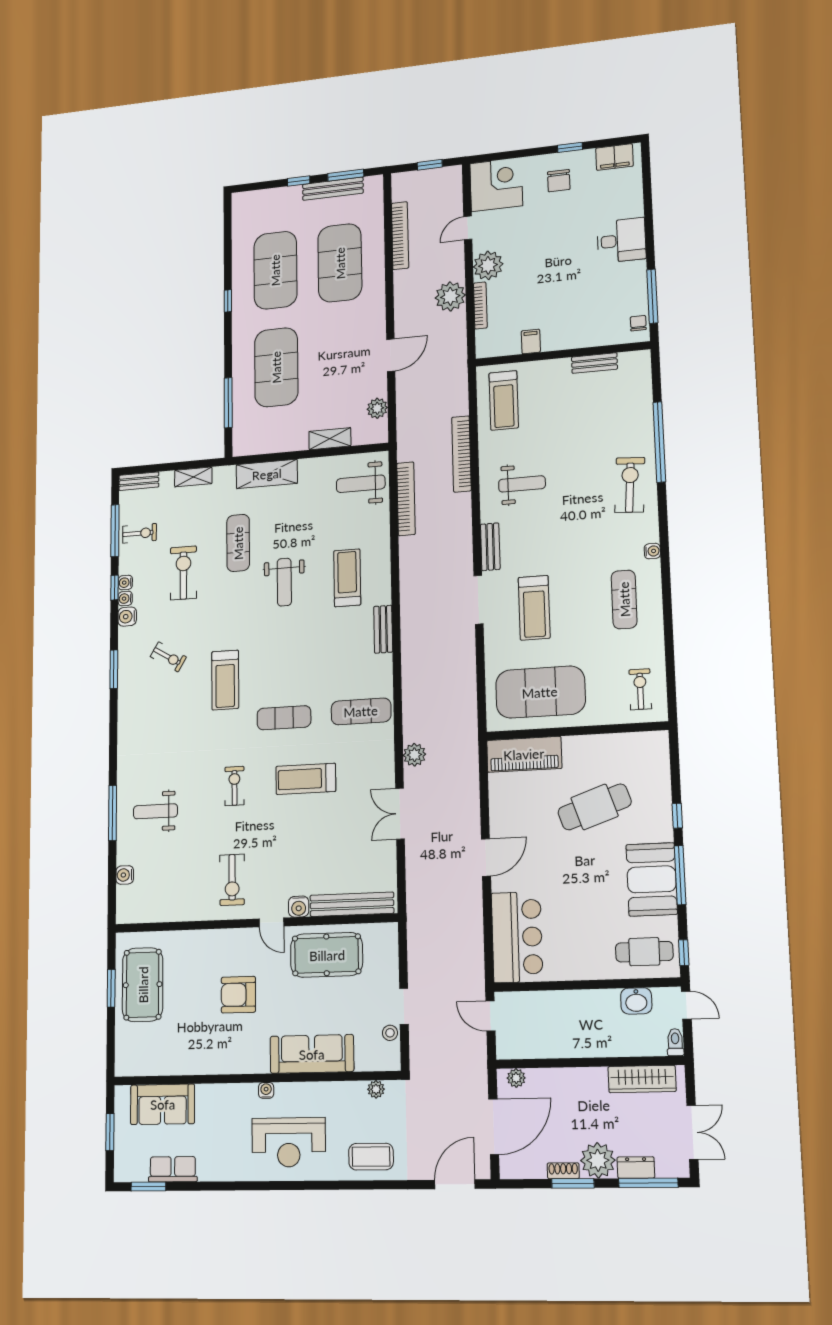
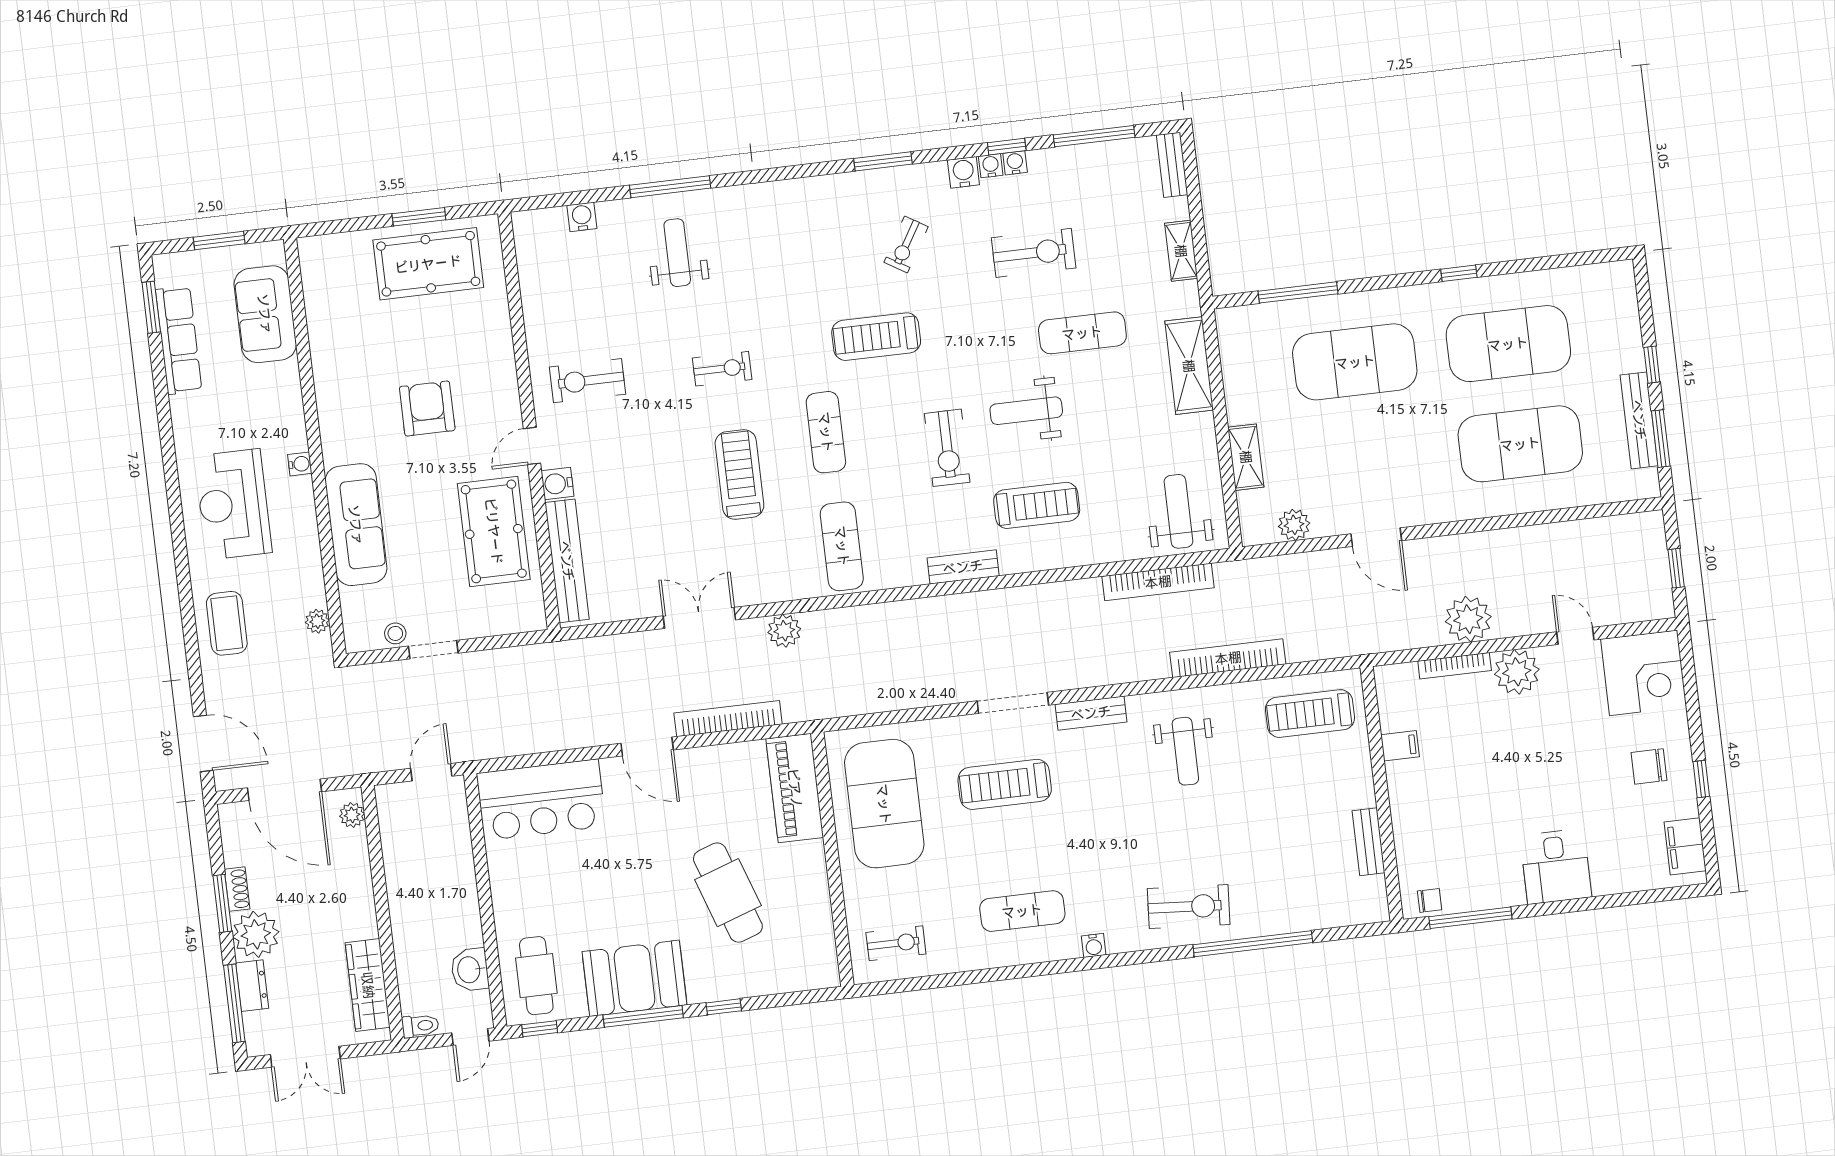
bookcase: (400, 236) -> (728, 719), moved, turned 180
exercise bike: (140, 533) -> (947, 448), moved, width x1.38, depth x1.39
row of seats: (173, 1169) -> (179, 340), width x1.48

